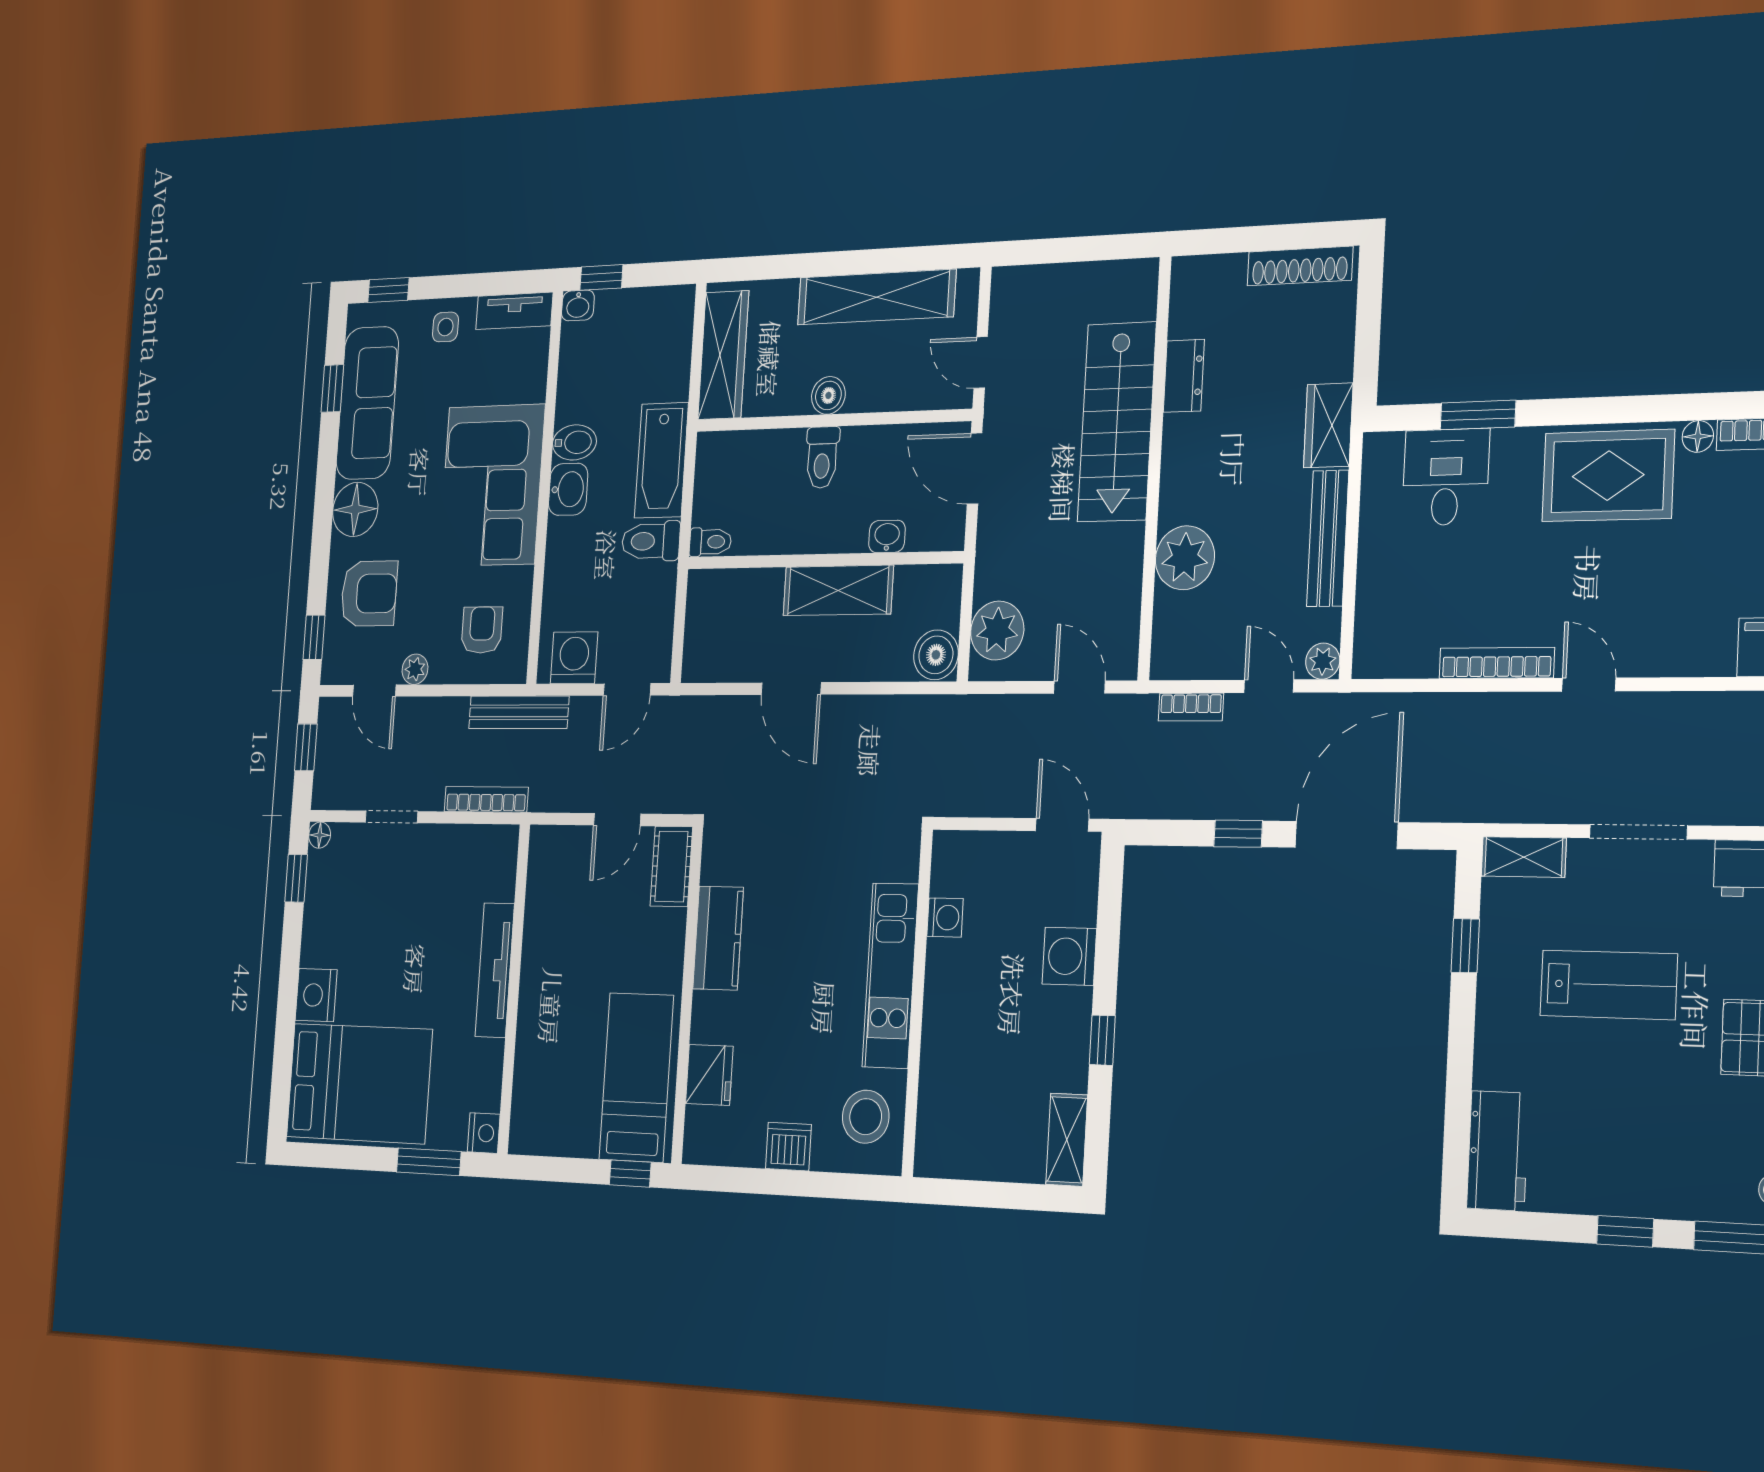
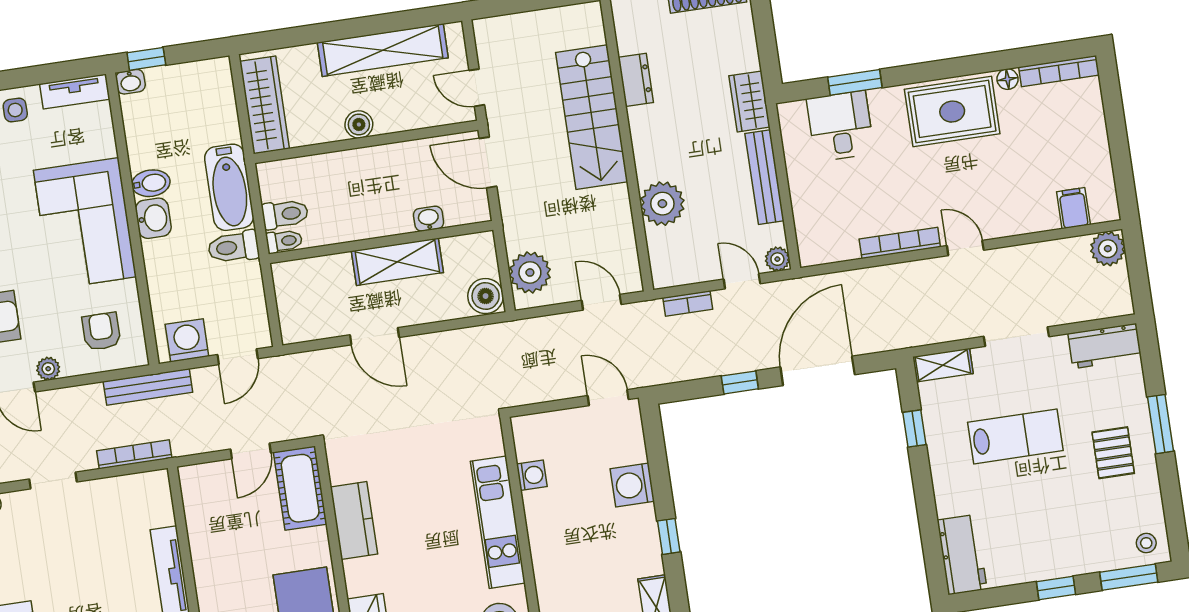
toilet: (822, 457) -> (285, 214), moved, turned -90
cot: (671, 866) -> (300, 488), width x1.37, depth x1.34

